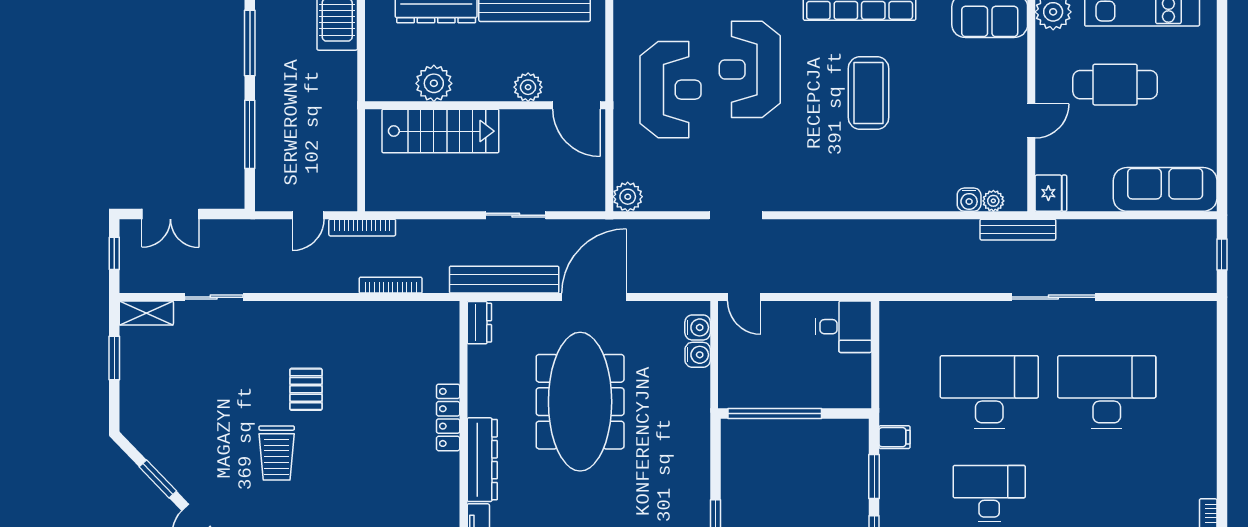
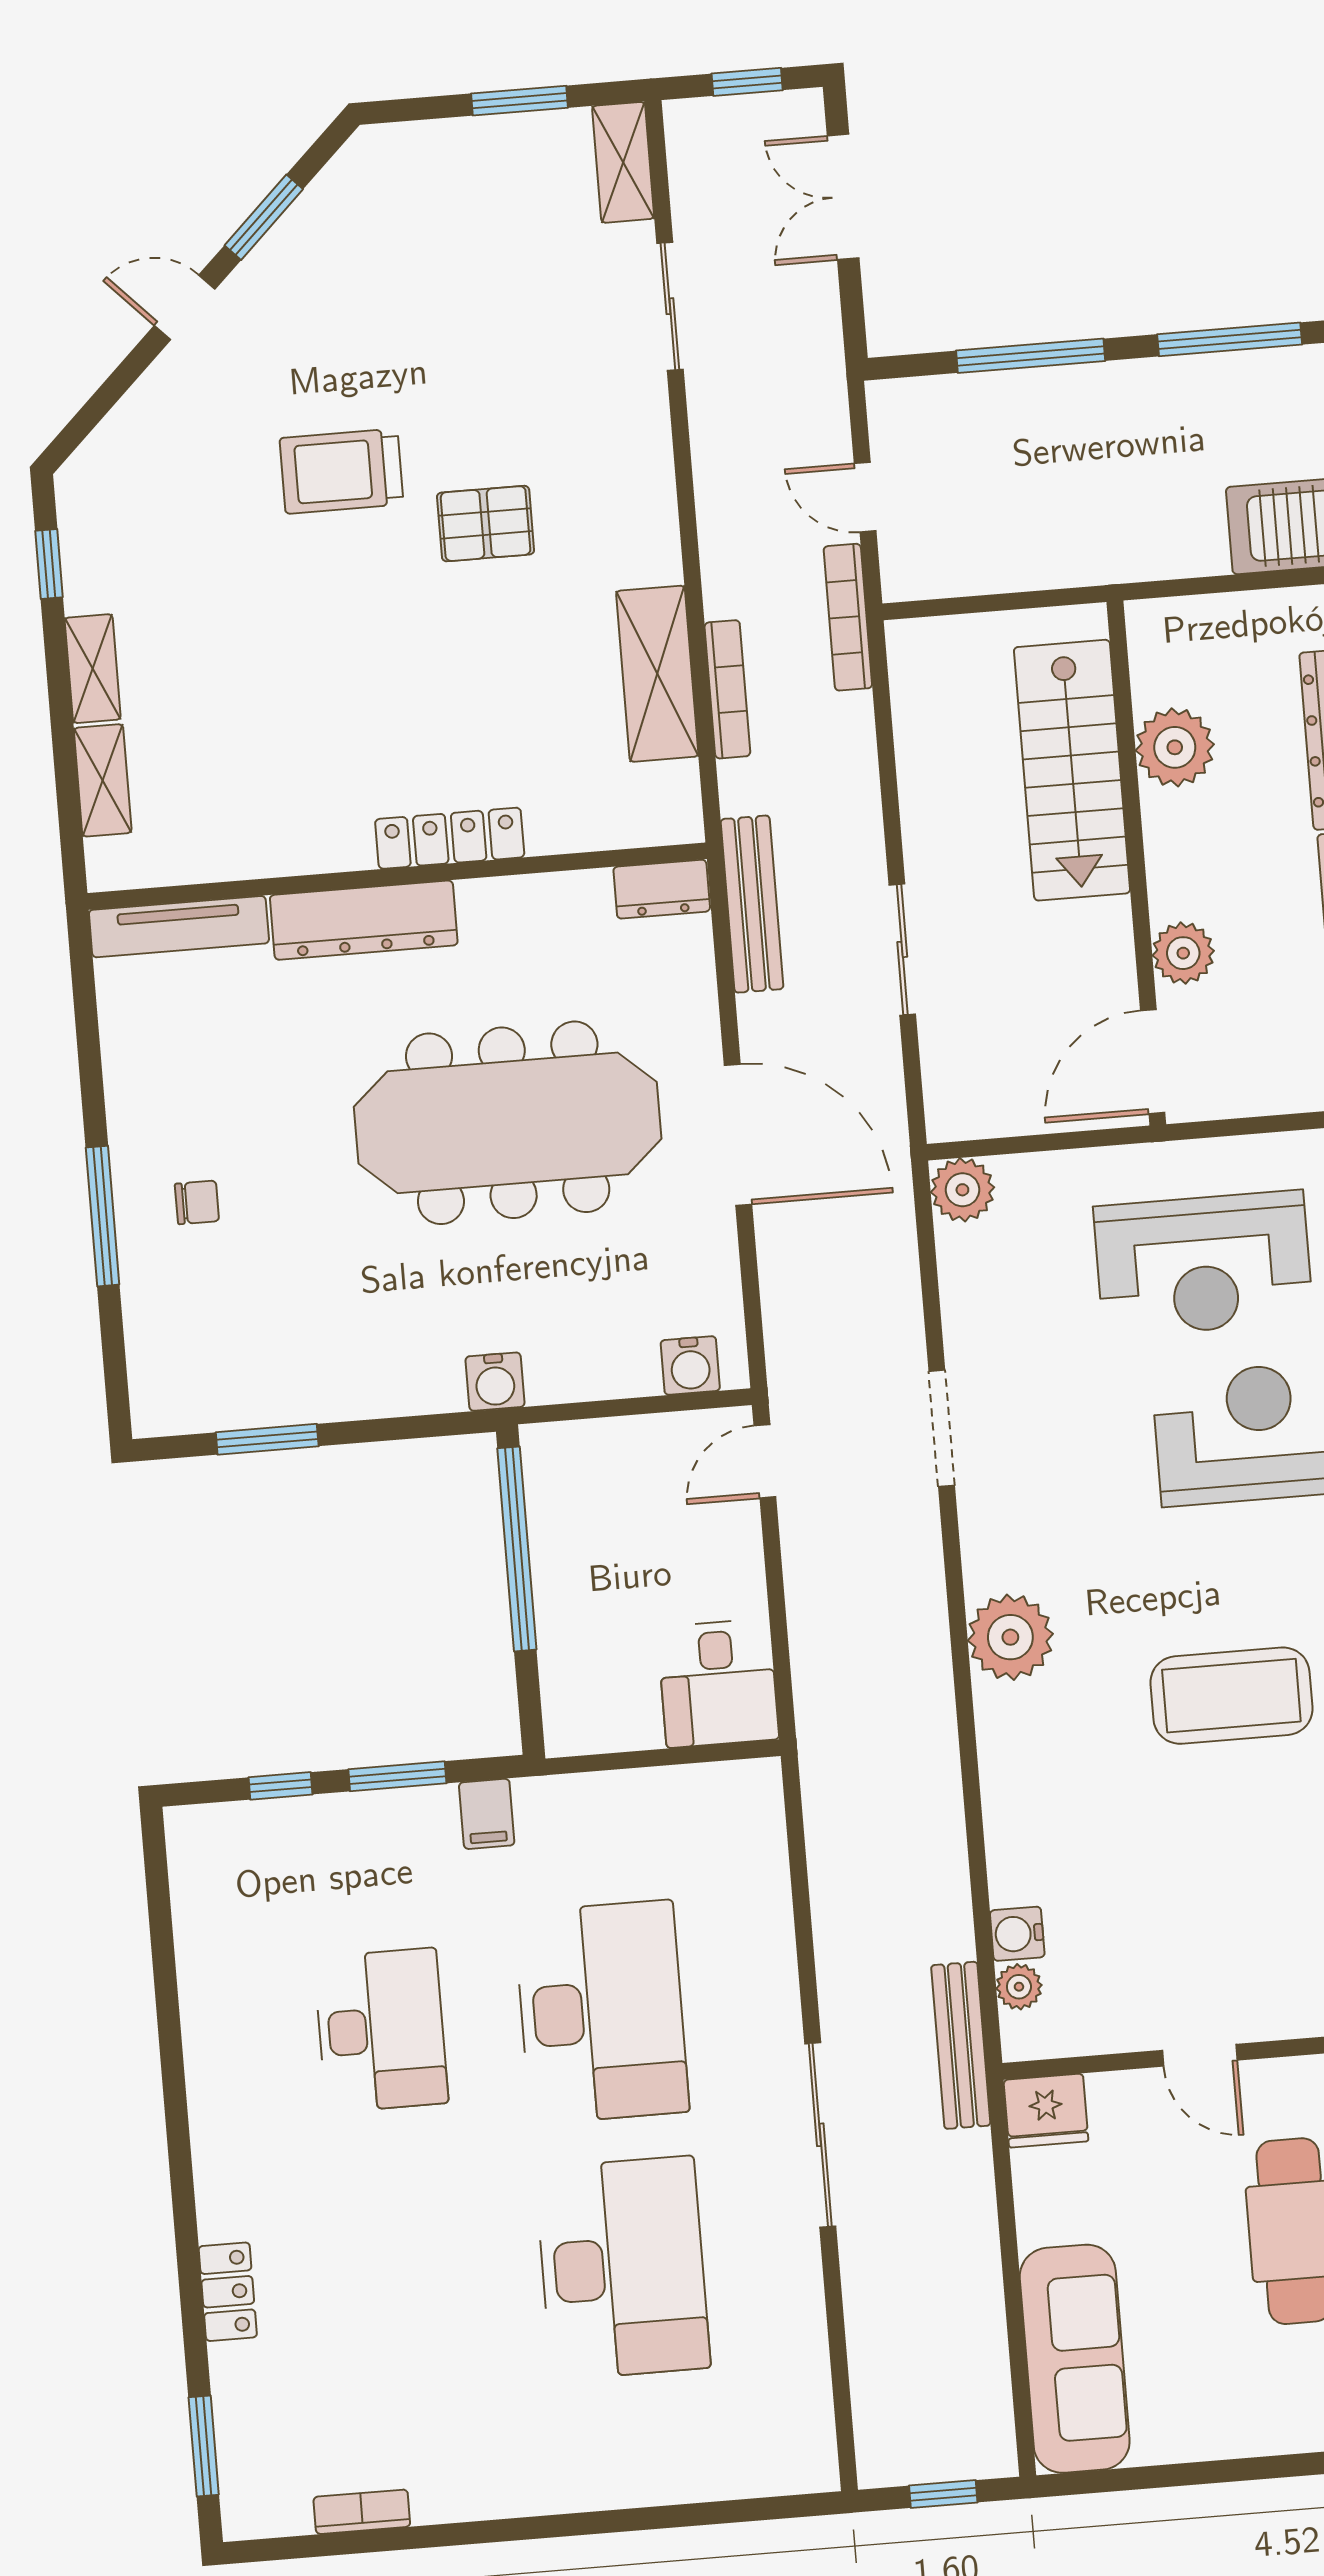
plant: (834, 192) -> (1010, 1637), added
bench: (504, 280) -> (752, 904), width x0.73, depth x0.82
shelving: (381, 317) -> (657, 674), added
water cooler: (698, 355) -> (495, 1382), moved

